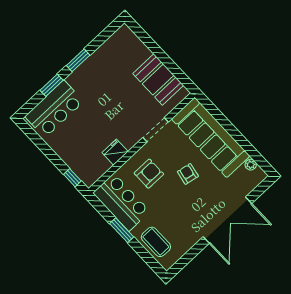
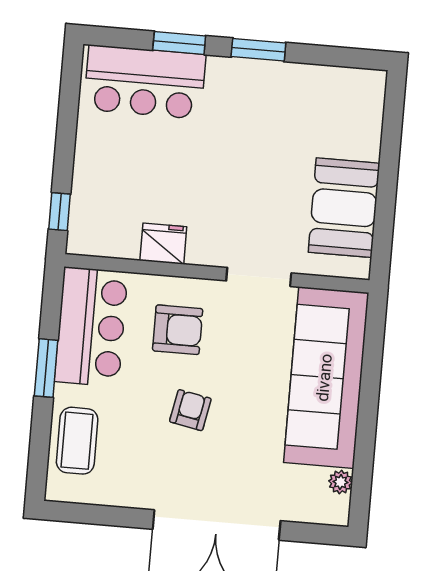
armchair: (188, 174) -> (190, 410), moved

